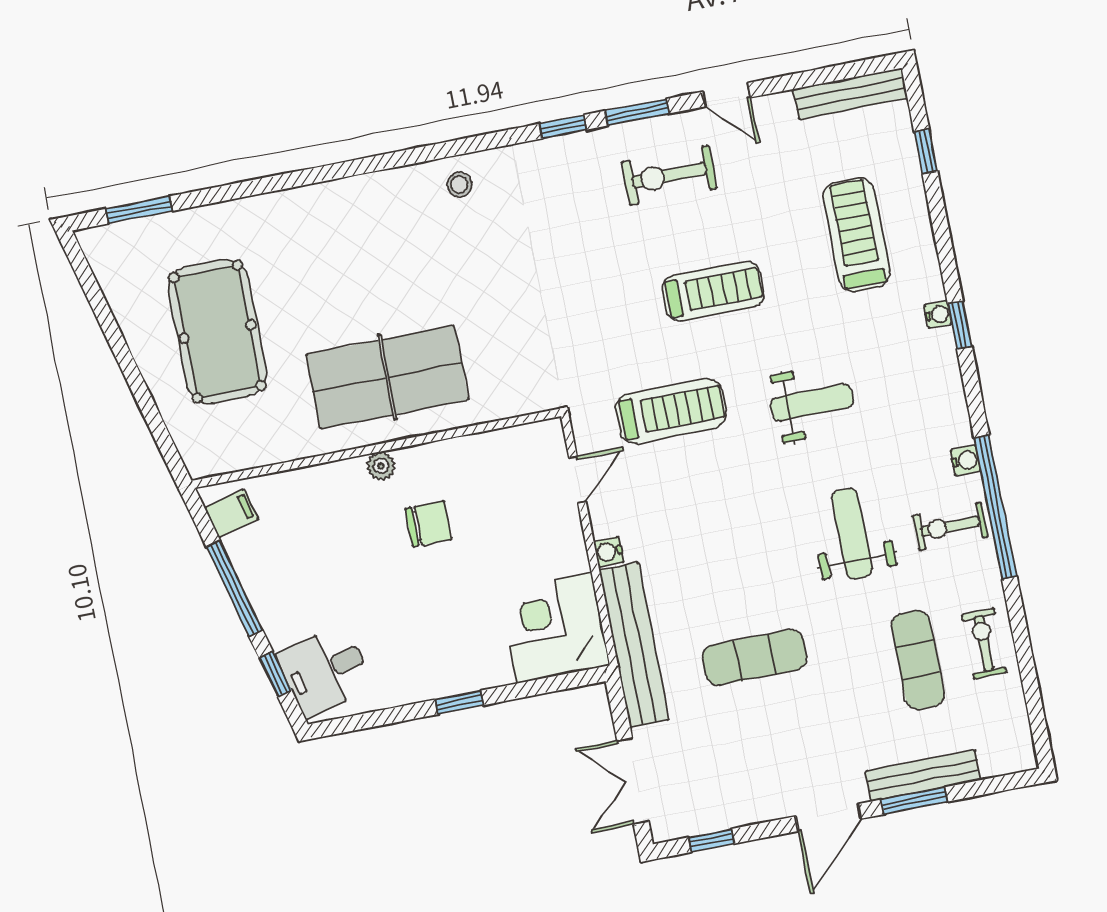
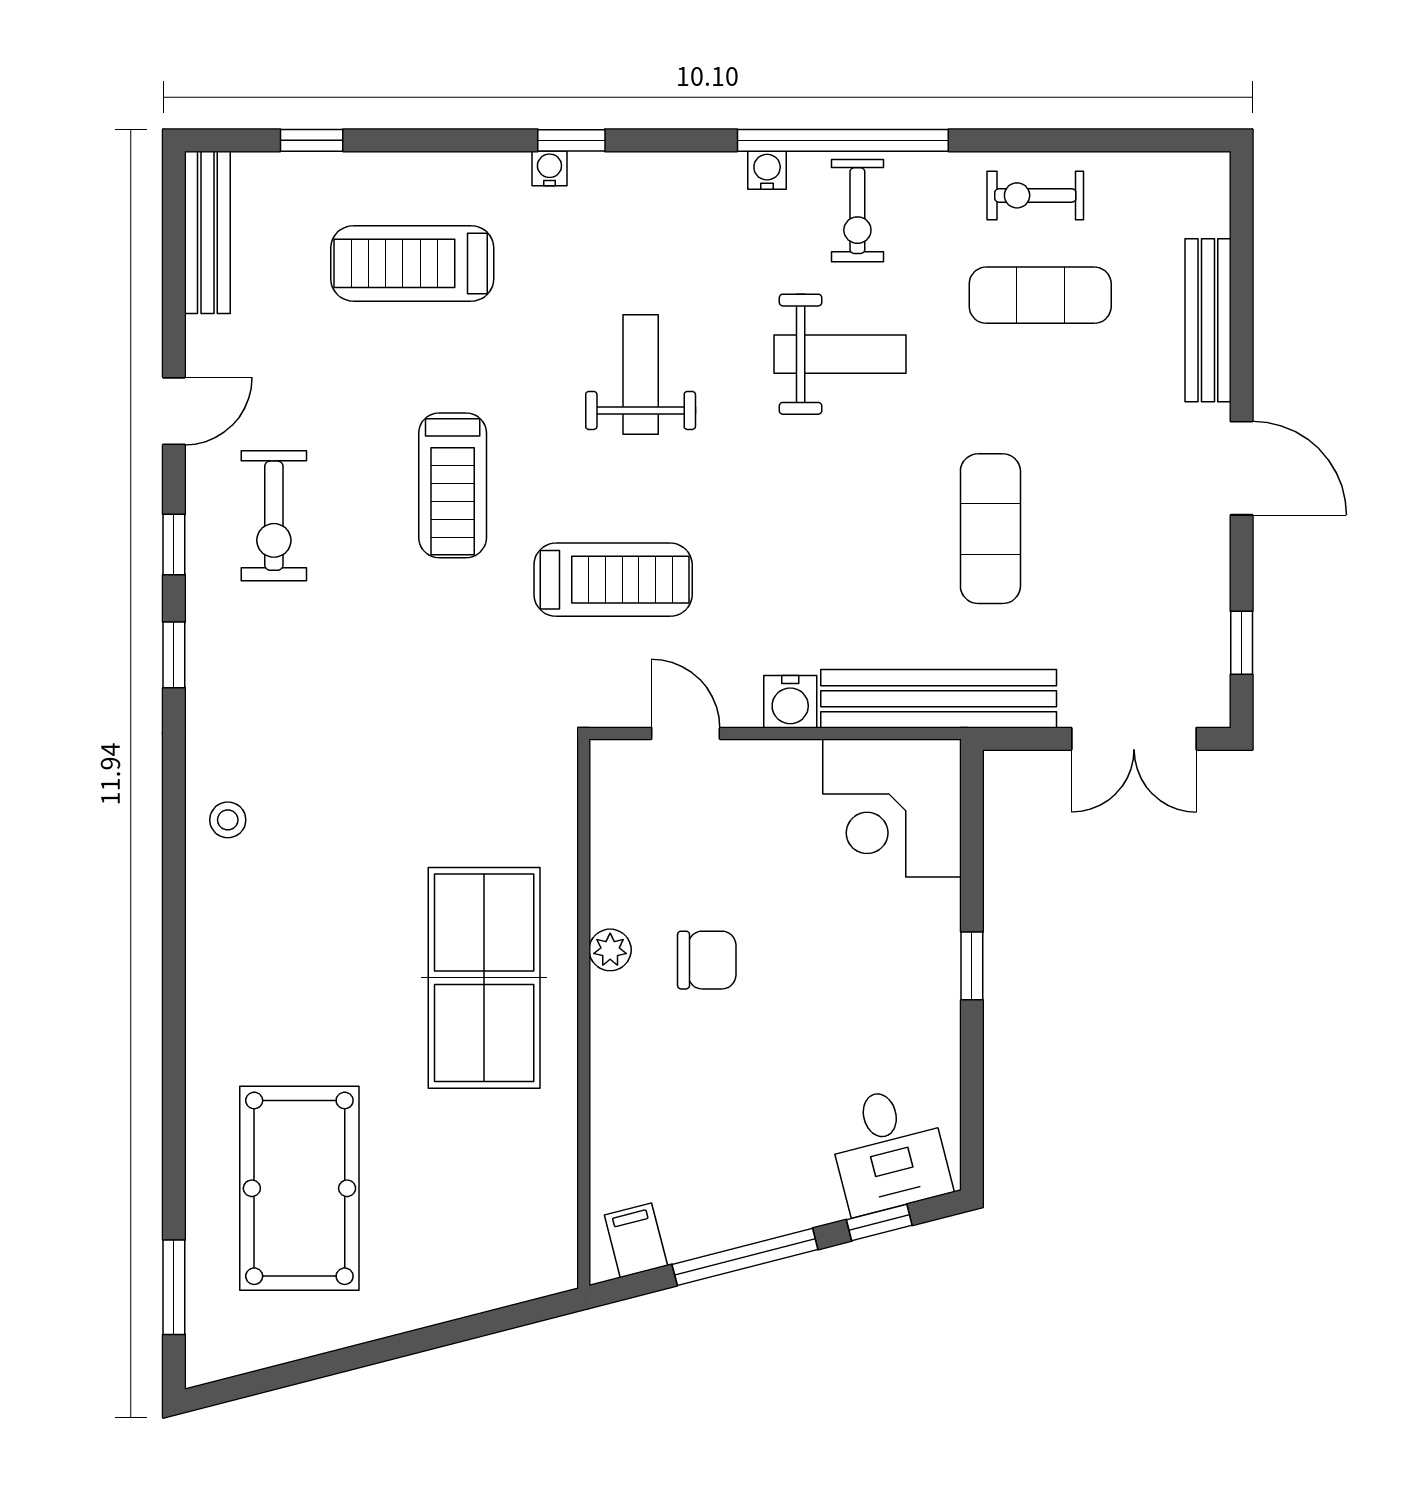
window: (637, 112) -> (174, 544), width x0.67
treadmill: (713, 291) -> (453, 485), turned 180
pool table: (218, 332) -> (299, 1188), moved, turned 90
treadmill: (671, 411) -> (613, 580), turned 90
plant: (381, 466) -> (610, 950), moved
chair: (428, 524) -> (707, 960), turned 90
weight bench: (852, 534) -> (840, 354), turned 180
water cooler: (609, 552) -> (790, 702), width x1.38, depth x1.38
window: (914, 801) -> (1242, 340), removed

